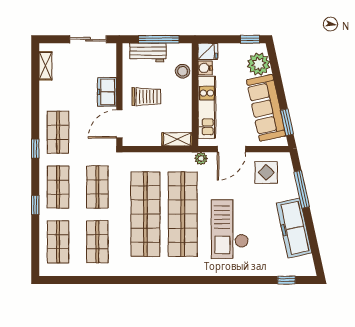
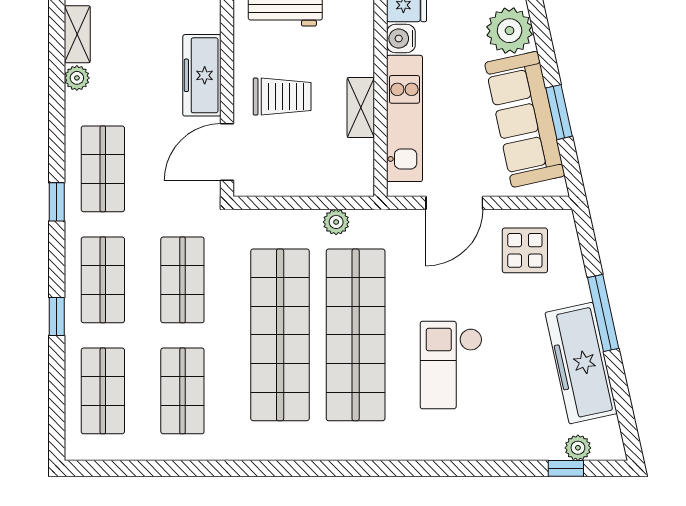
stool: (183, 71) -> (355, 45), removed
plant: (45, 87) -> (77, 78), added
freezer: (107, 92) -> (202, 75), width x1.40
window: (287, 122) -> (559, 112), moved
shelving: (177, 139) -> (361, 108), moved, turned 90
plant: (201, 158) -> (336, 222), moved
window: (302, 189) -> (603, 313), moved
checkout: (230, 229) -> (451, 365), width x0.73, depth x0.83
plant: (292, 270) -> (578, 448), added

